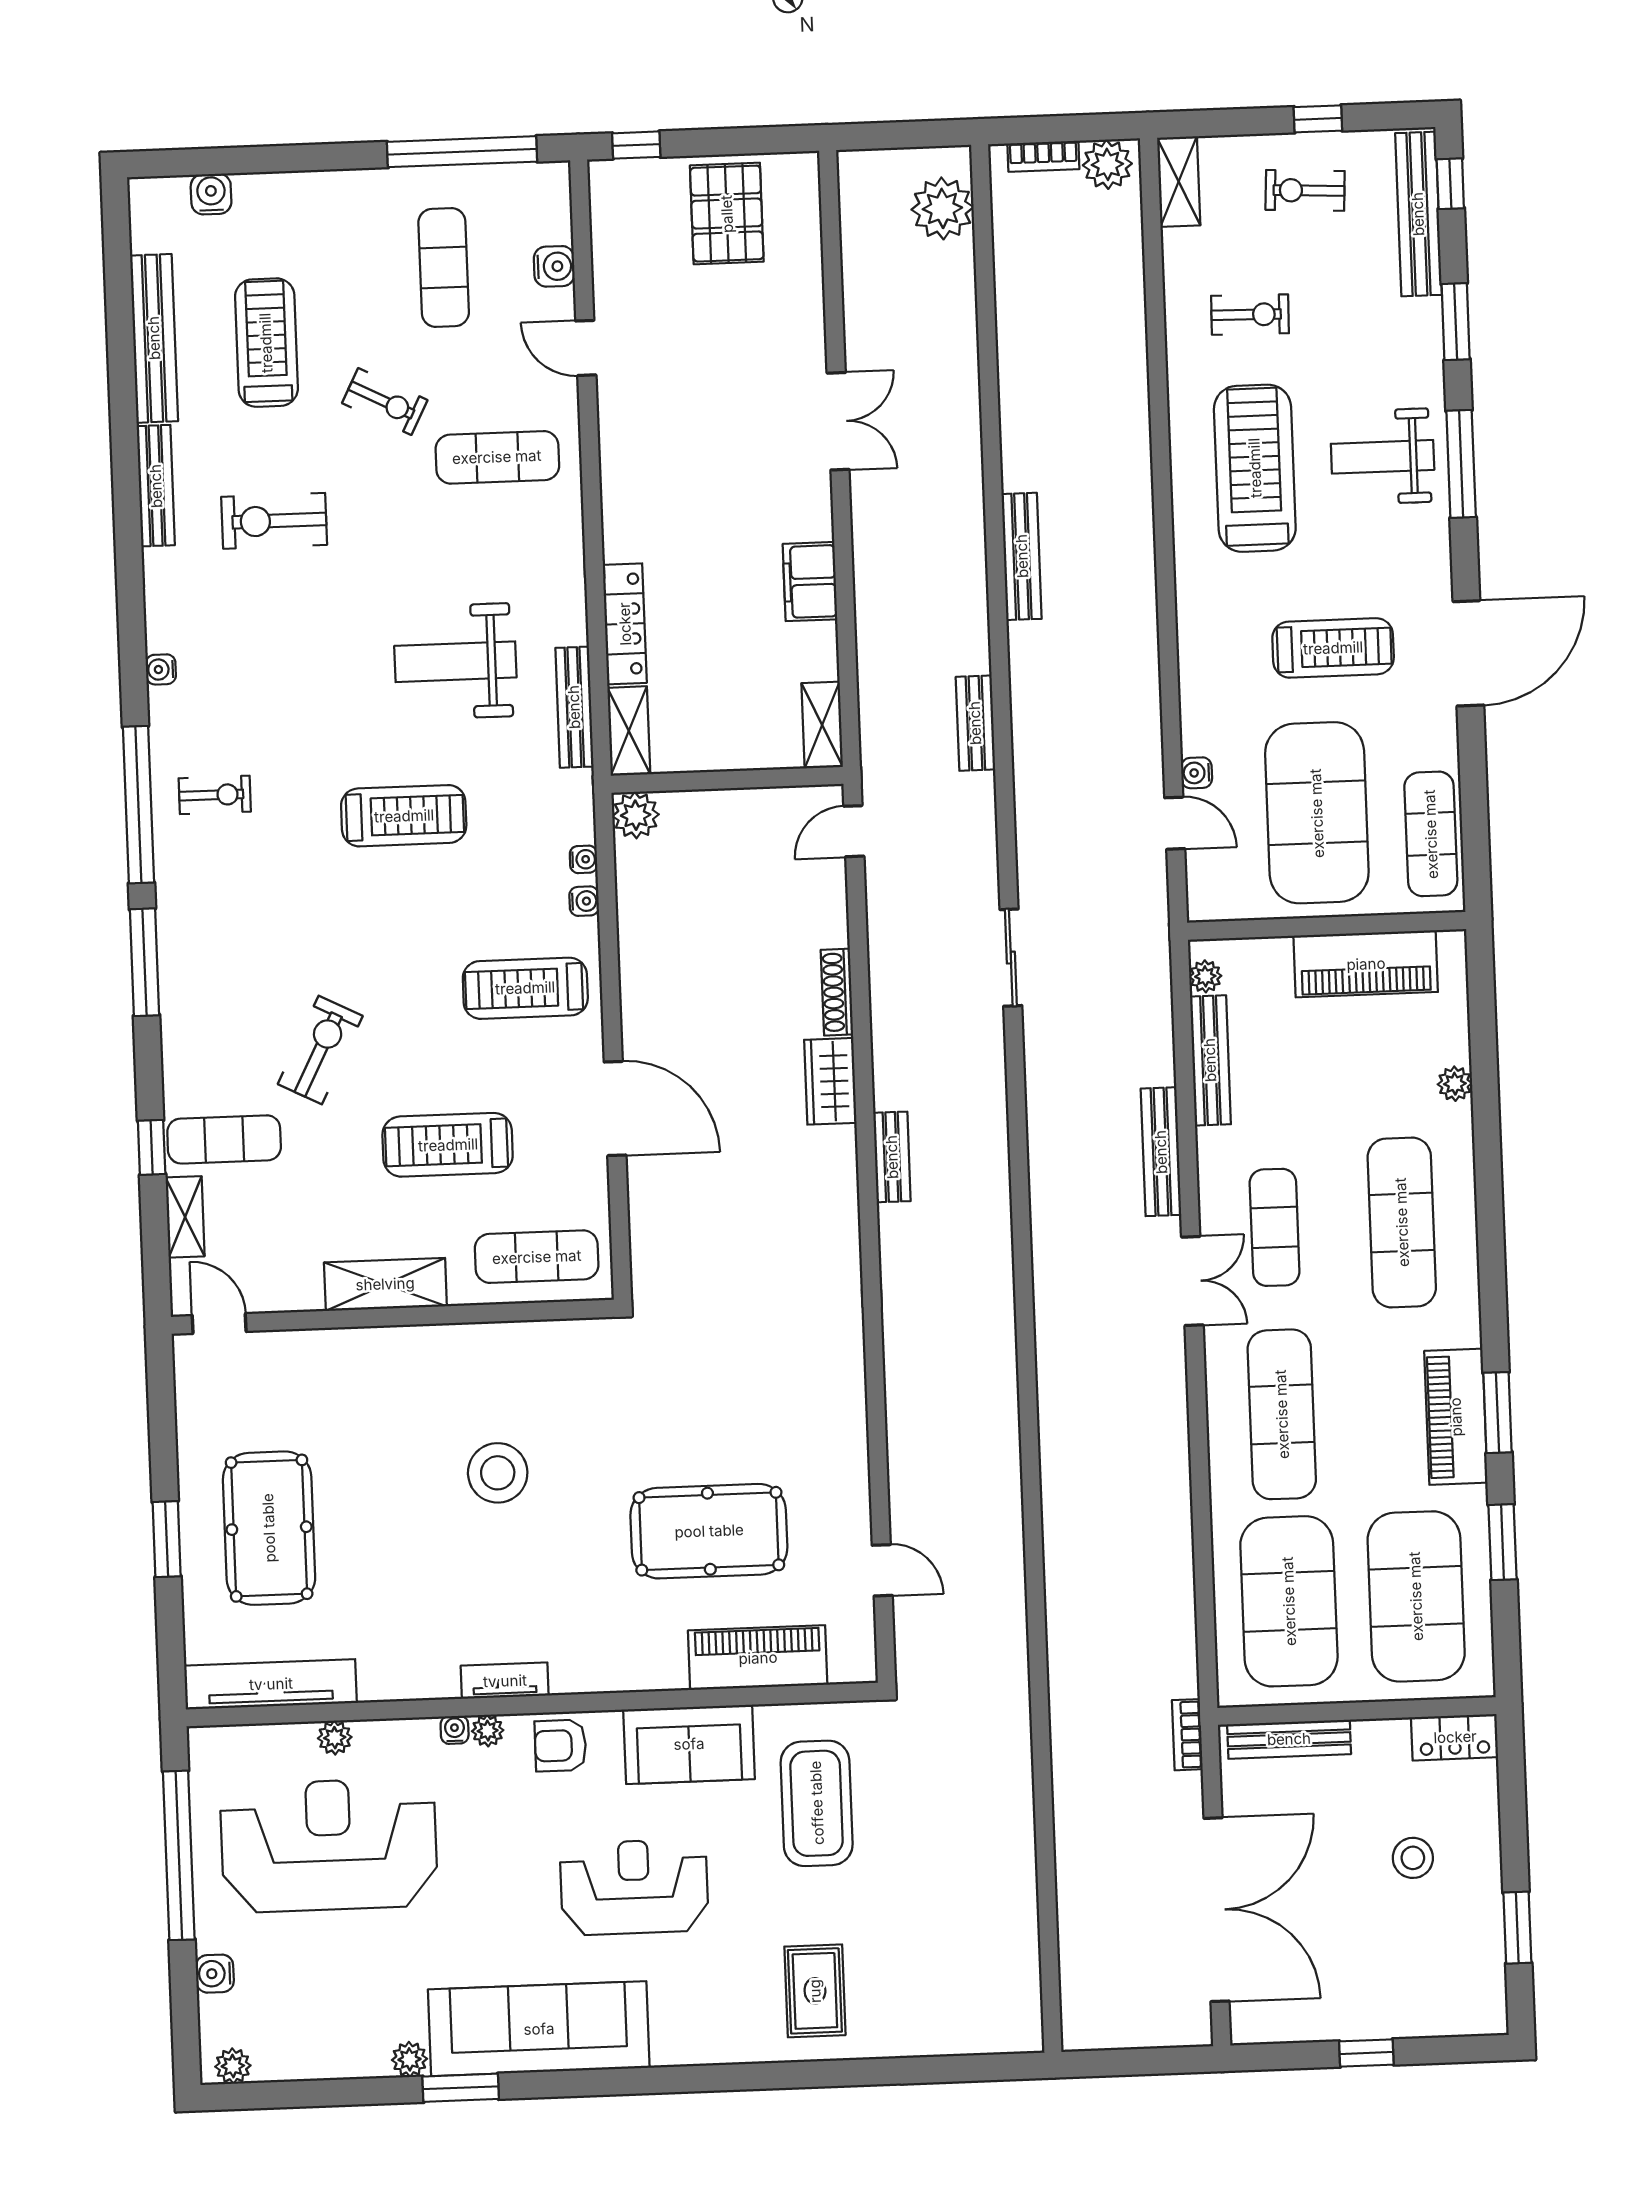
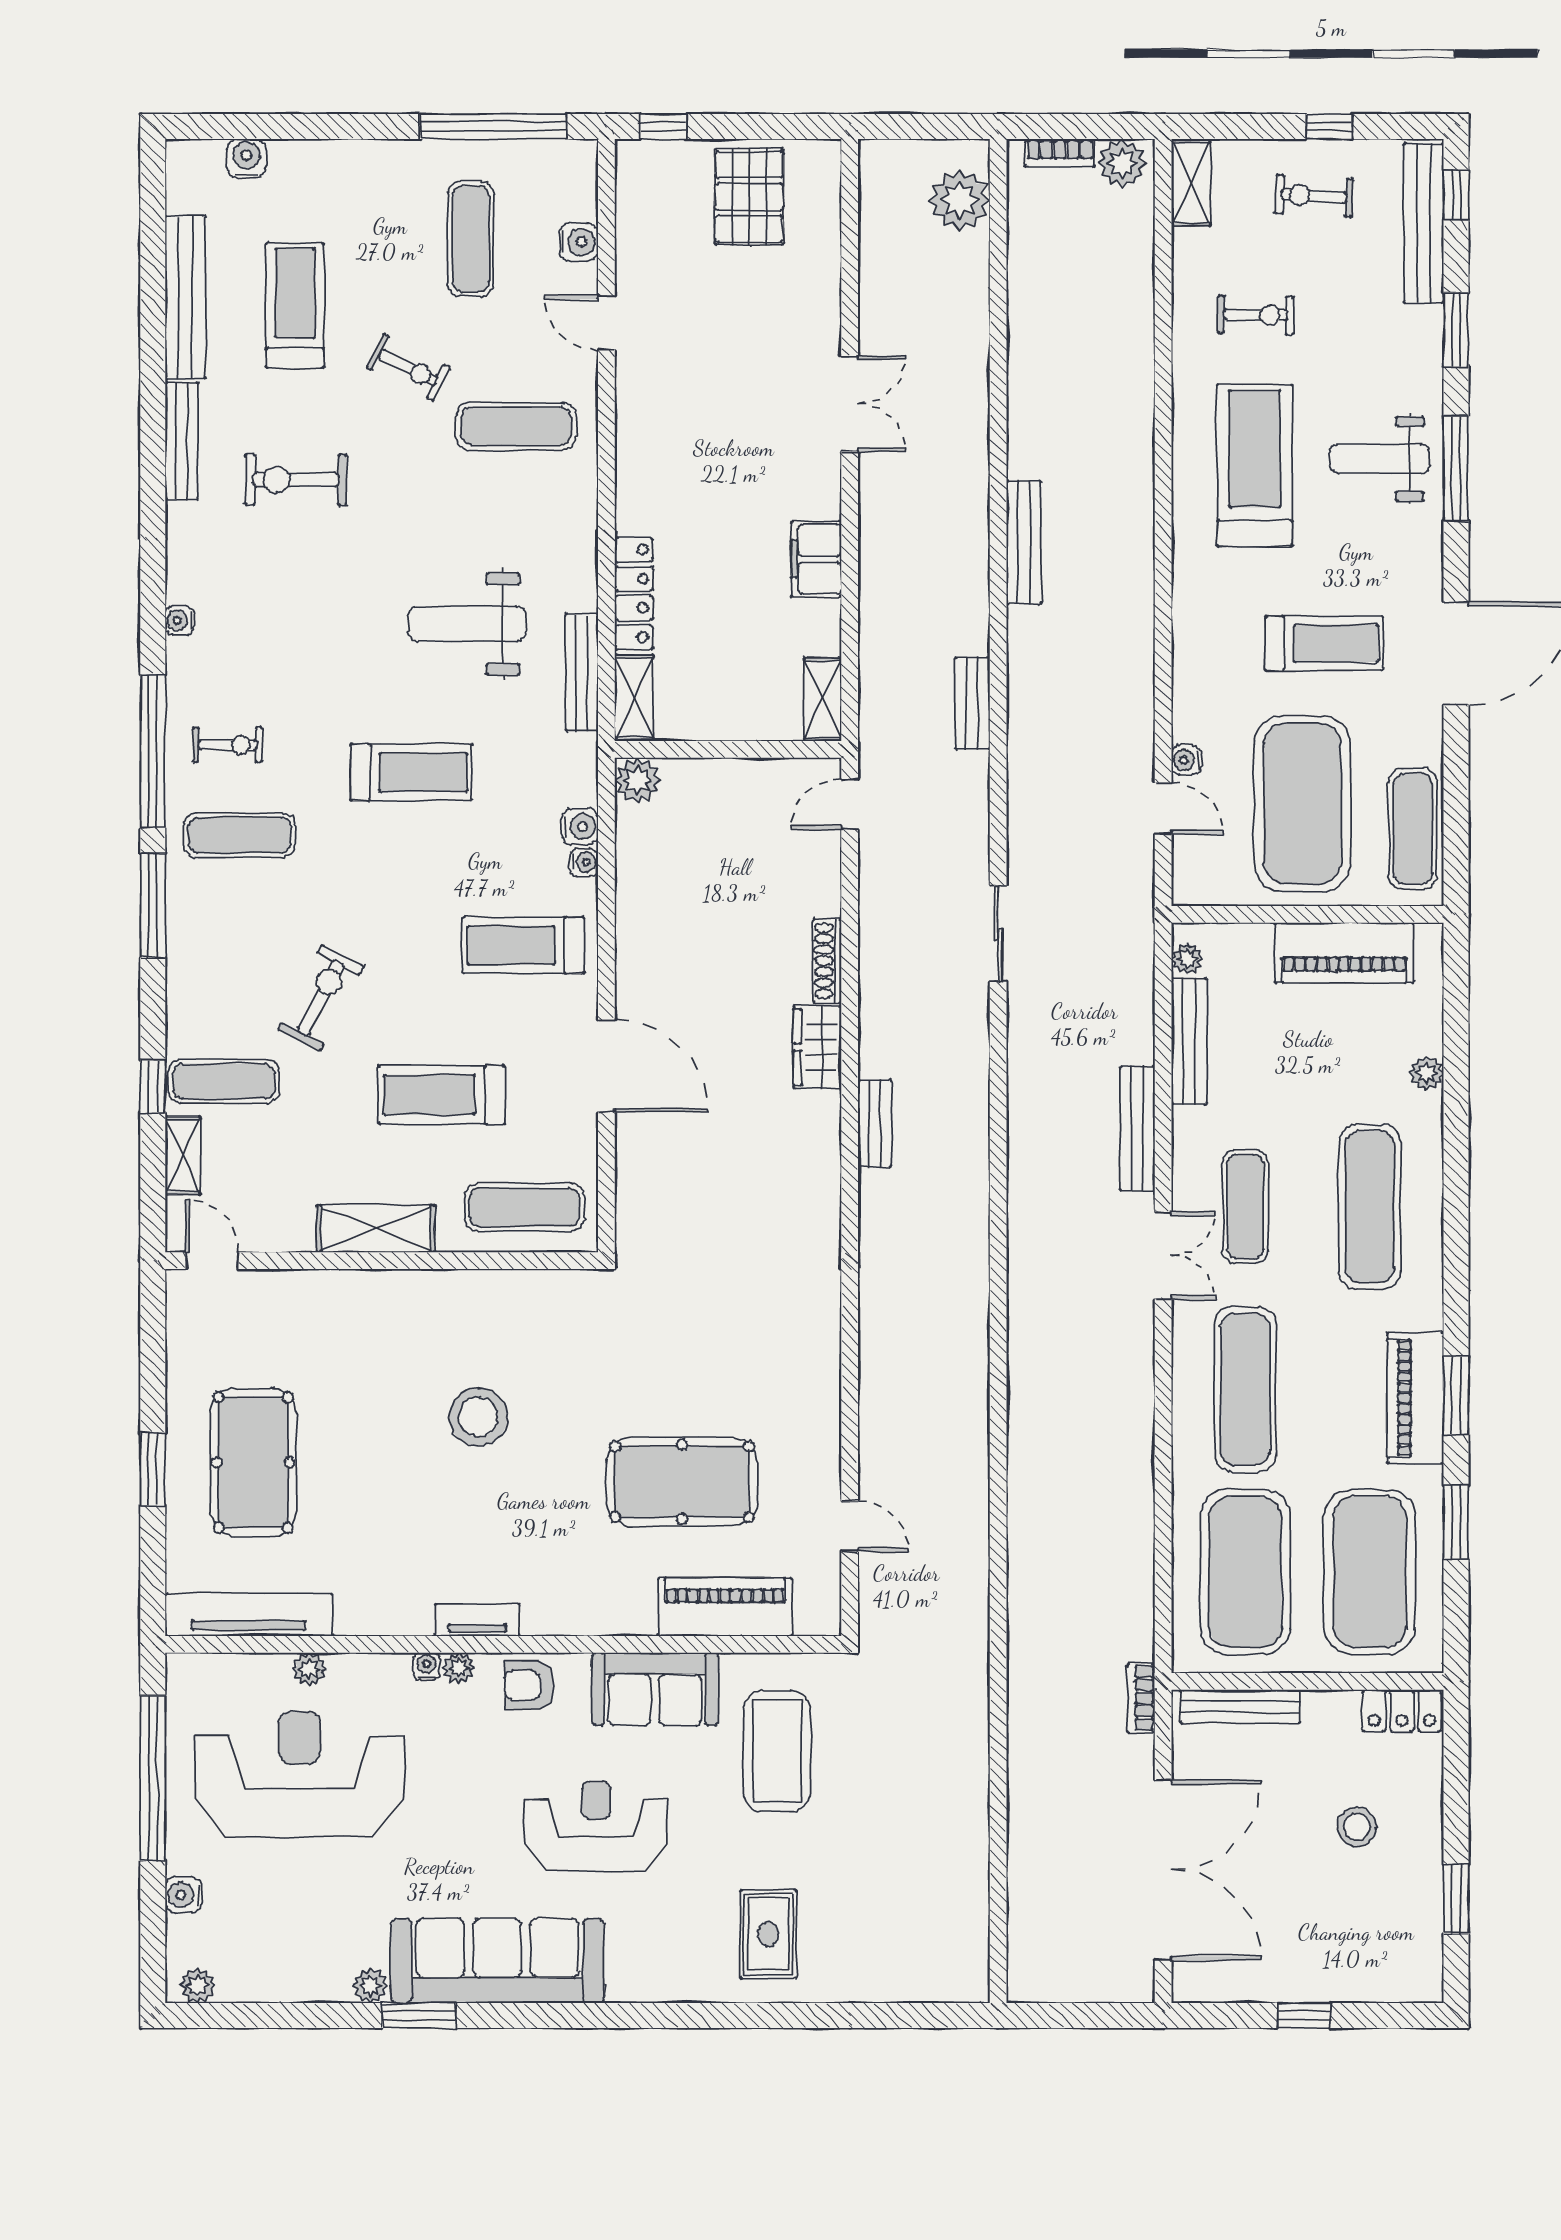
water cooler: (583, 859) -> (580, 827), width x1.38, depth x1.38
exercise mat: (230, 887) -> (239, 835), added

